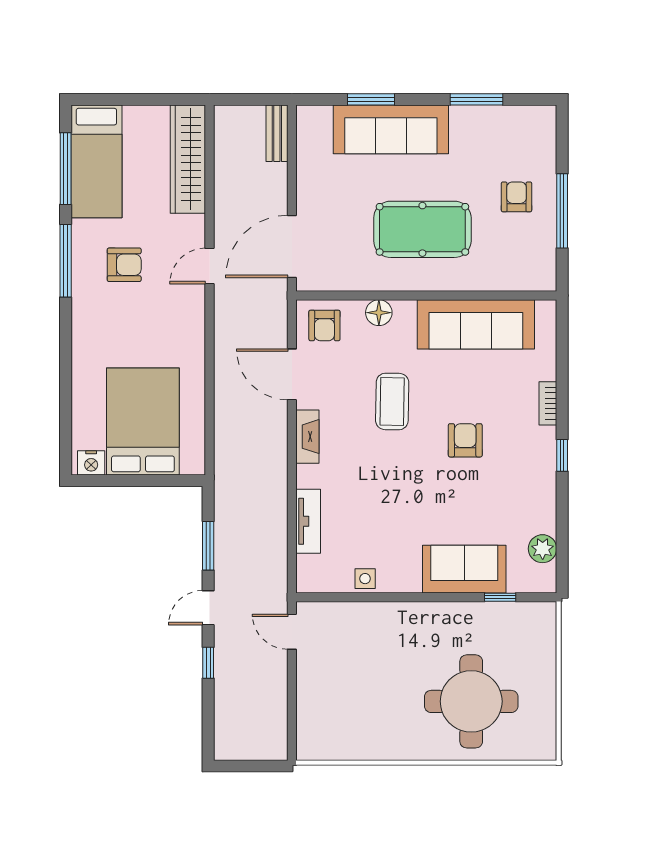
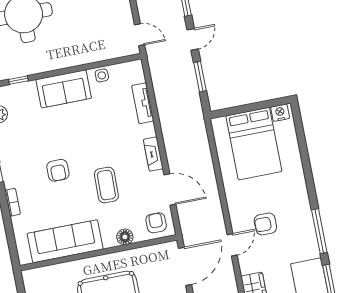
armchair: (124, 265) -> (265, 224), moved
sofa: (464, 569) -> (64, 89), moved

